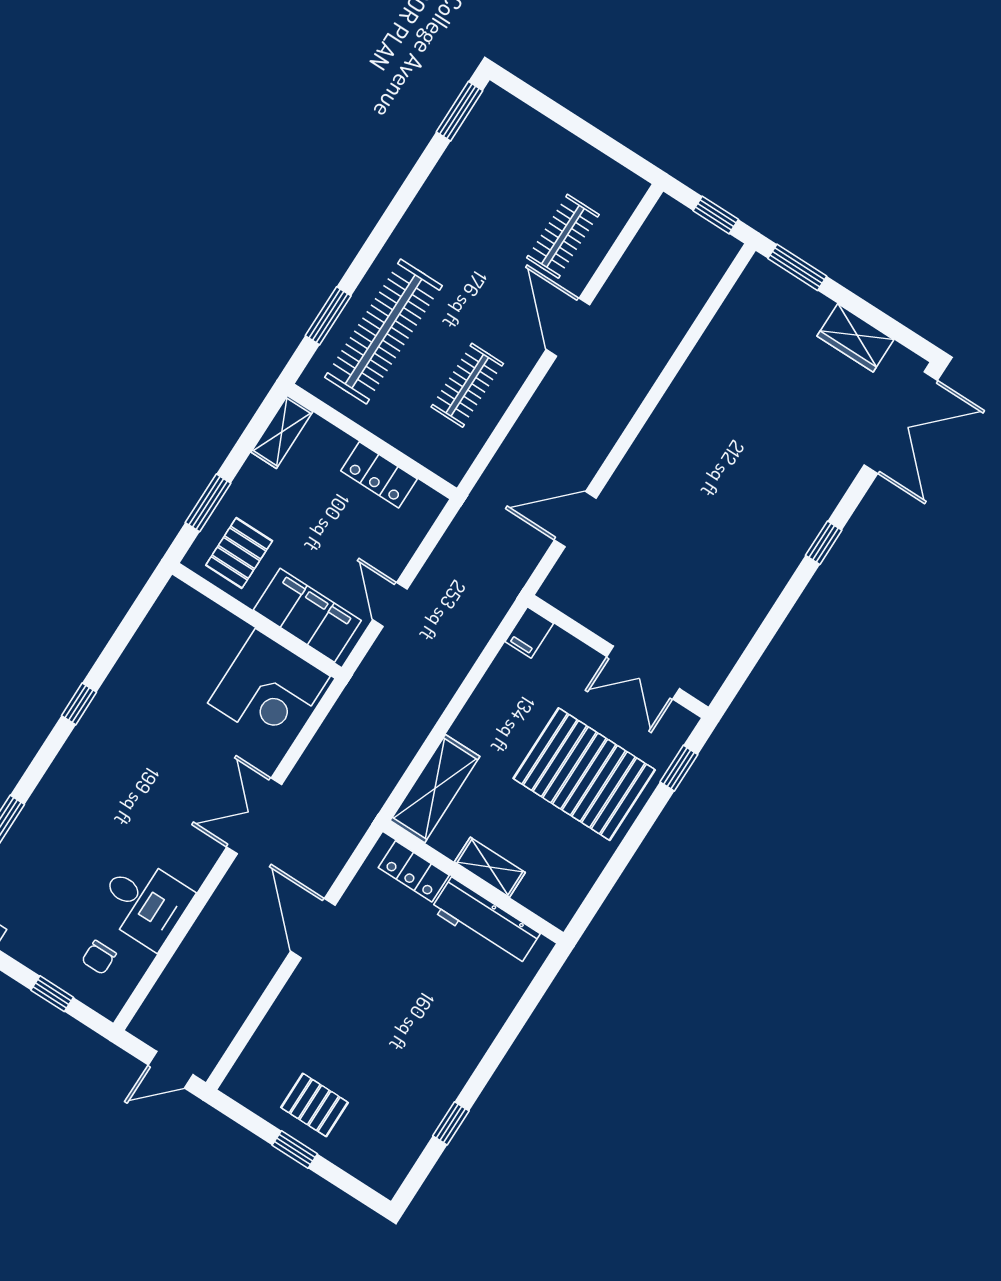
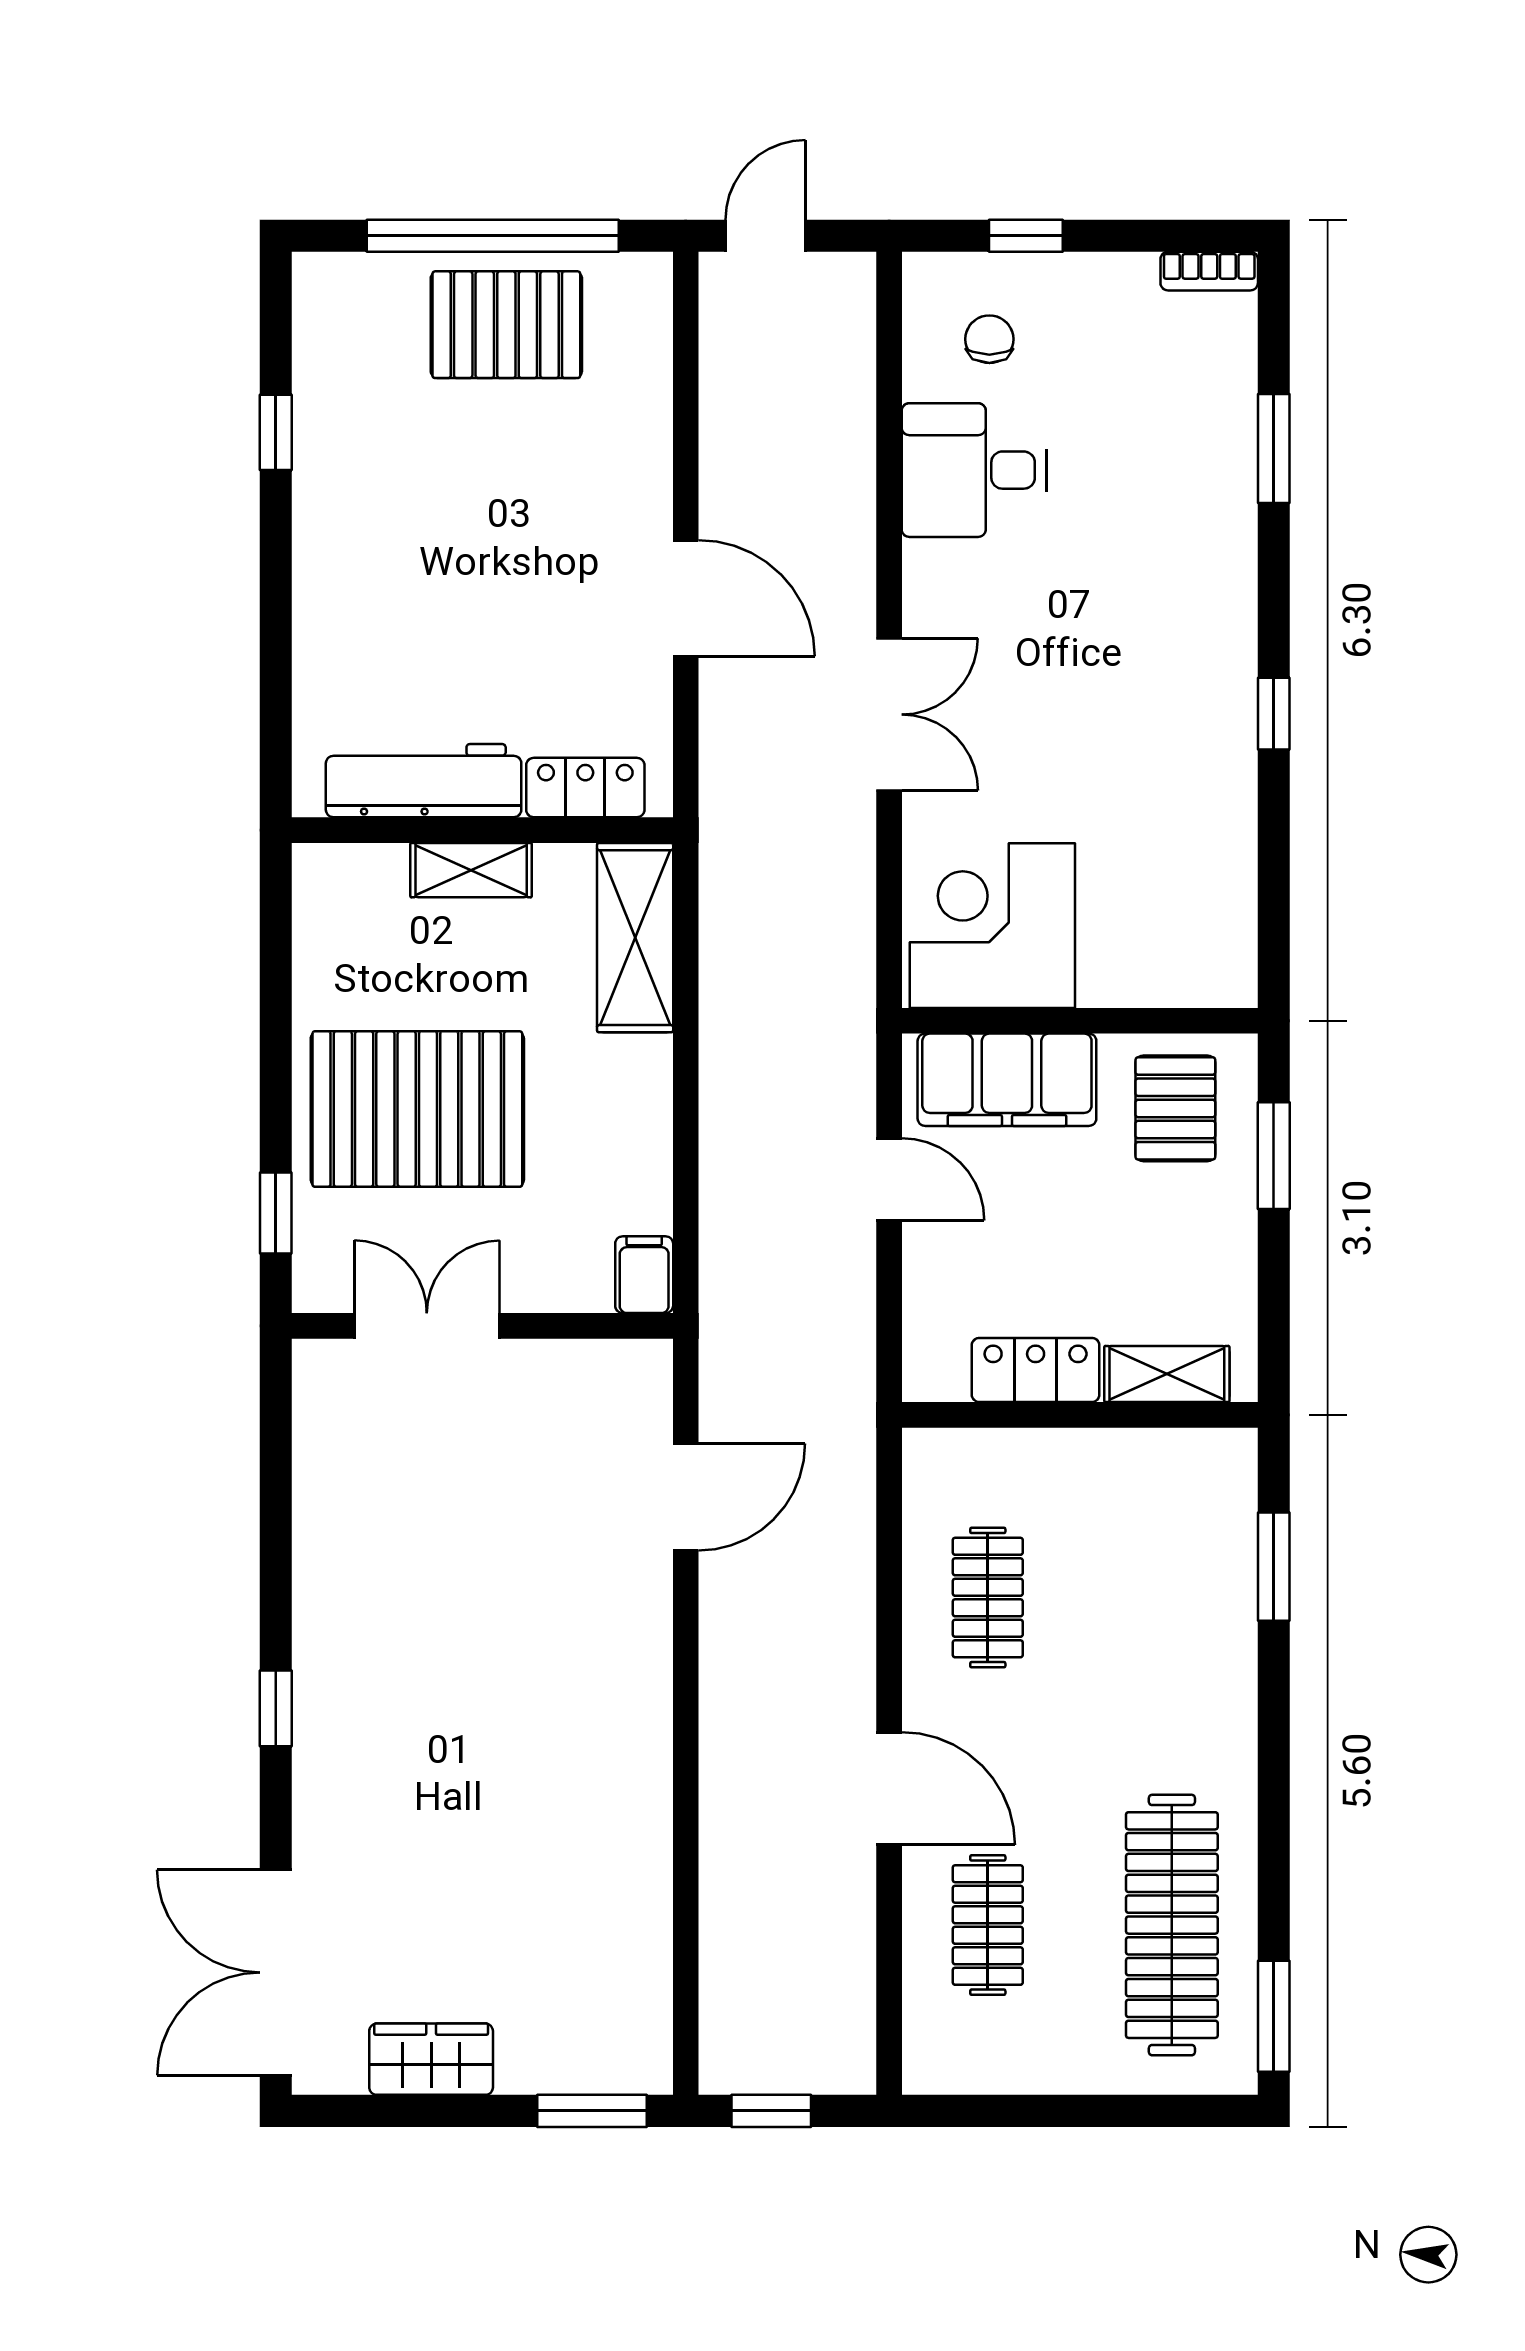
clothes rail: (384, 331) -> (1172, 1925), moved
shelving: (282, 432) -> (1167, 1374), moved, turned 90
pallet: (315, 1105) -> (506, 325), width x1.50, depth x1.42
window: (295, 1149) -> (493, 236), width x3.17

